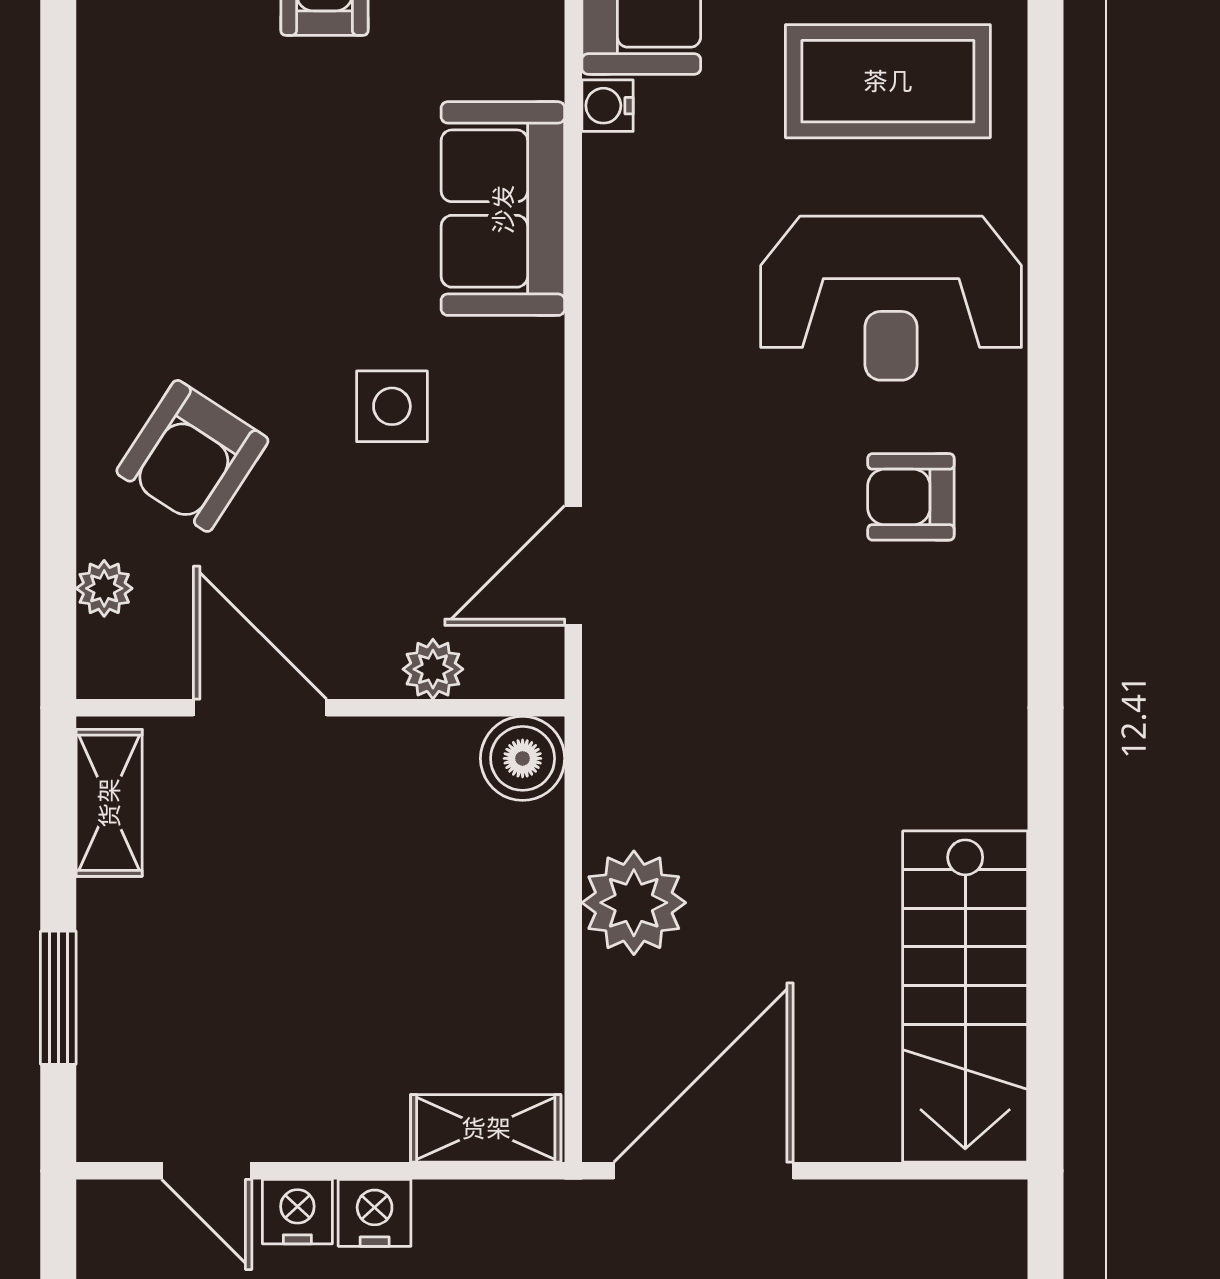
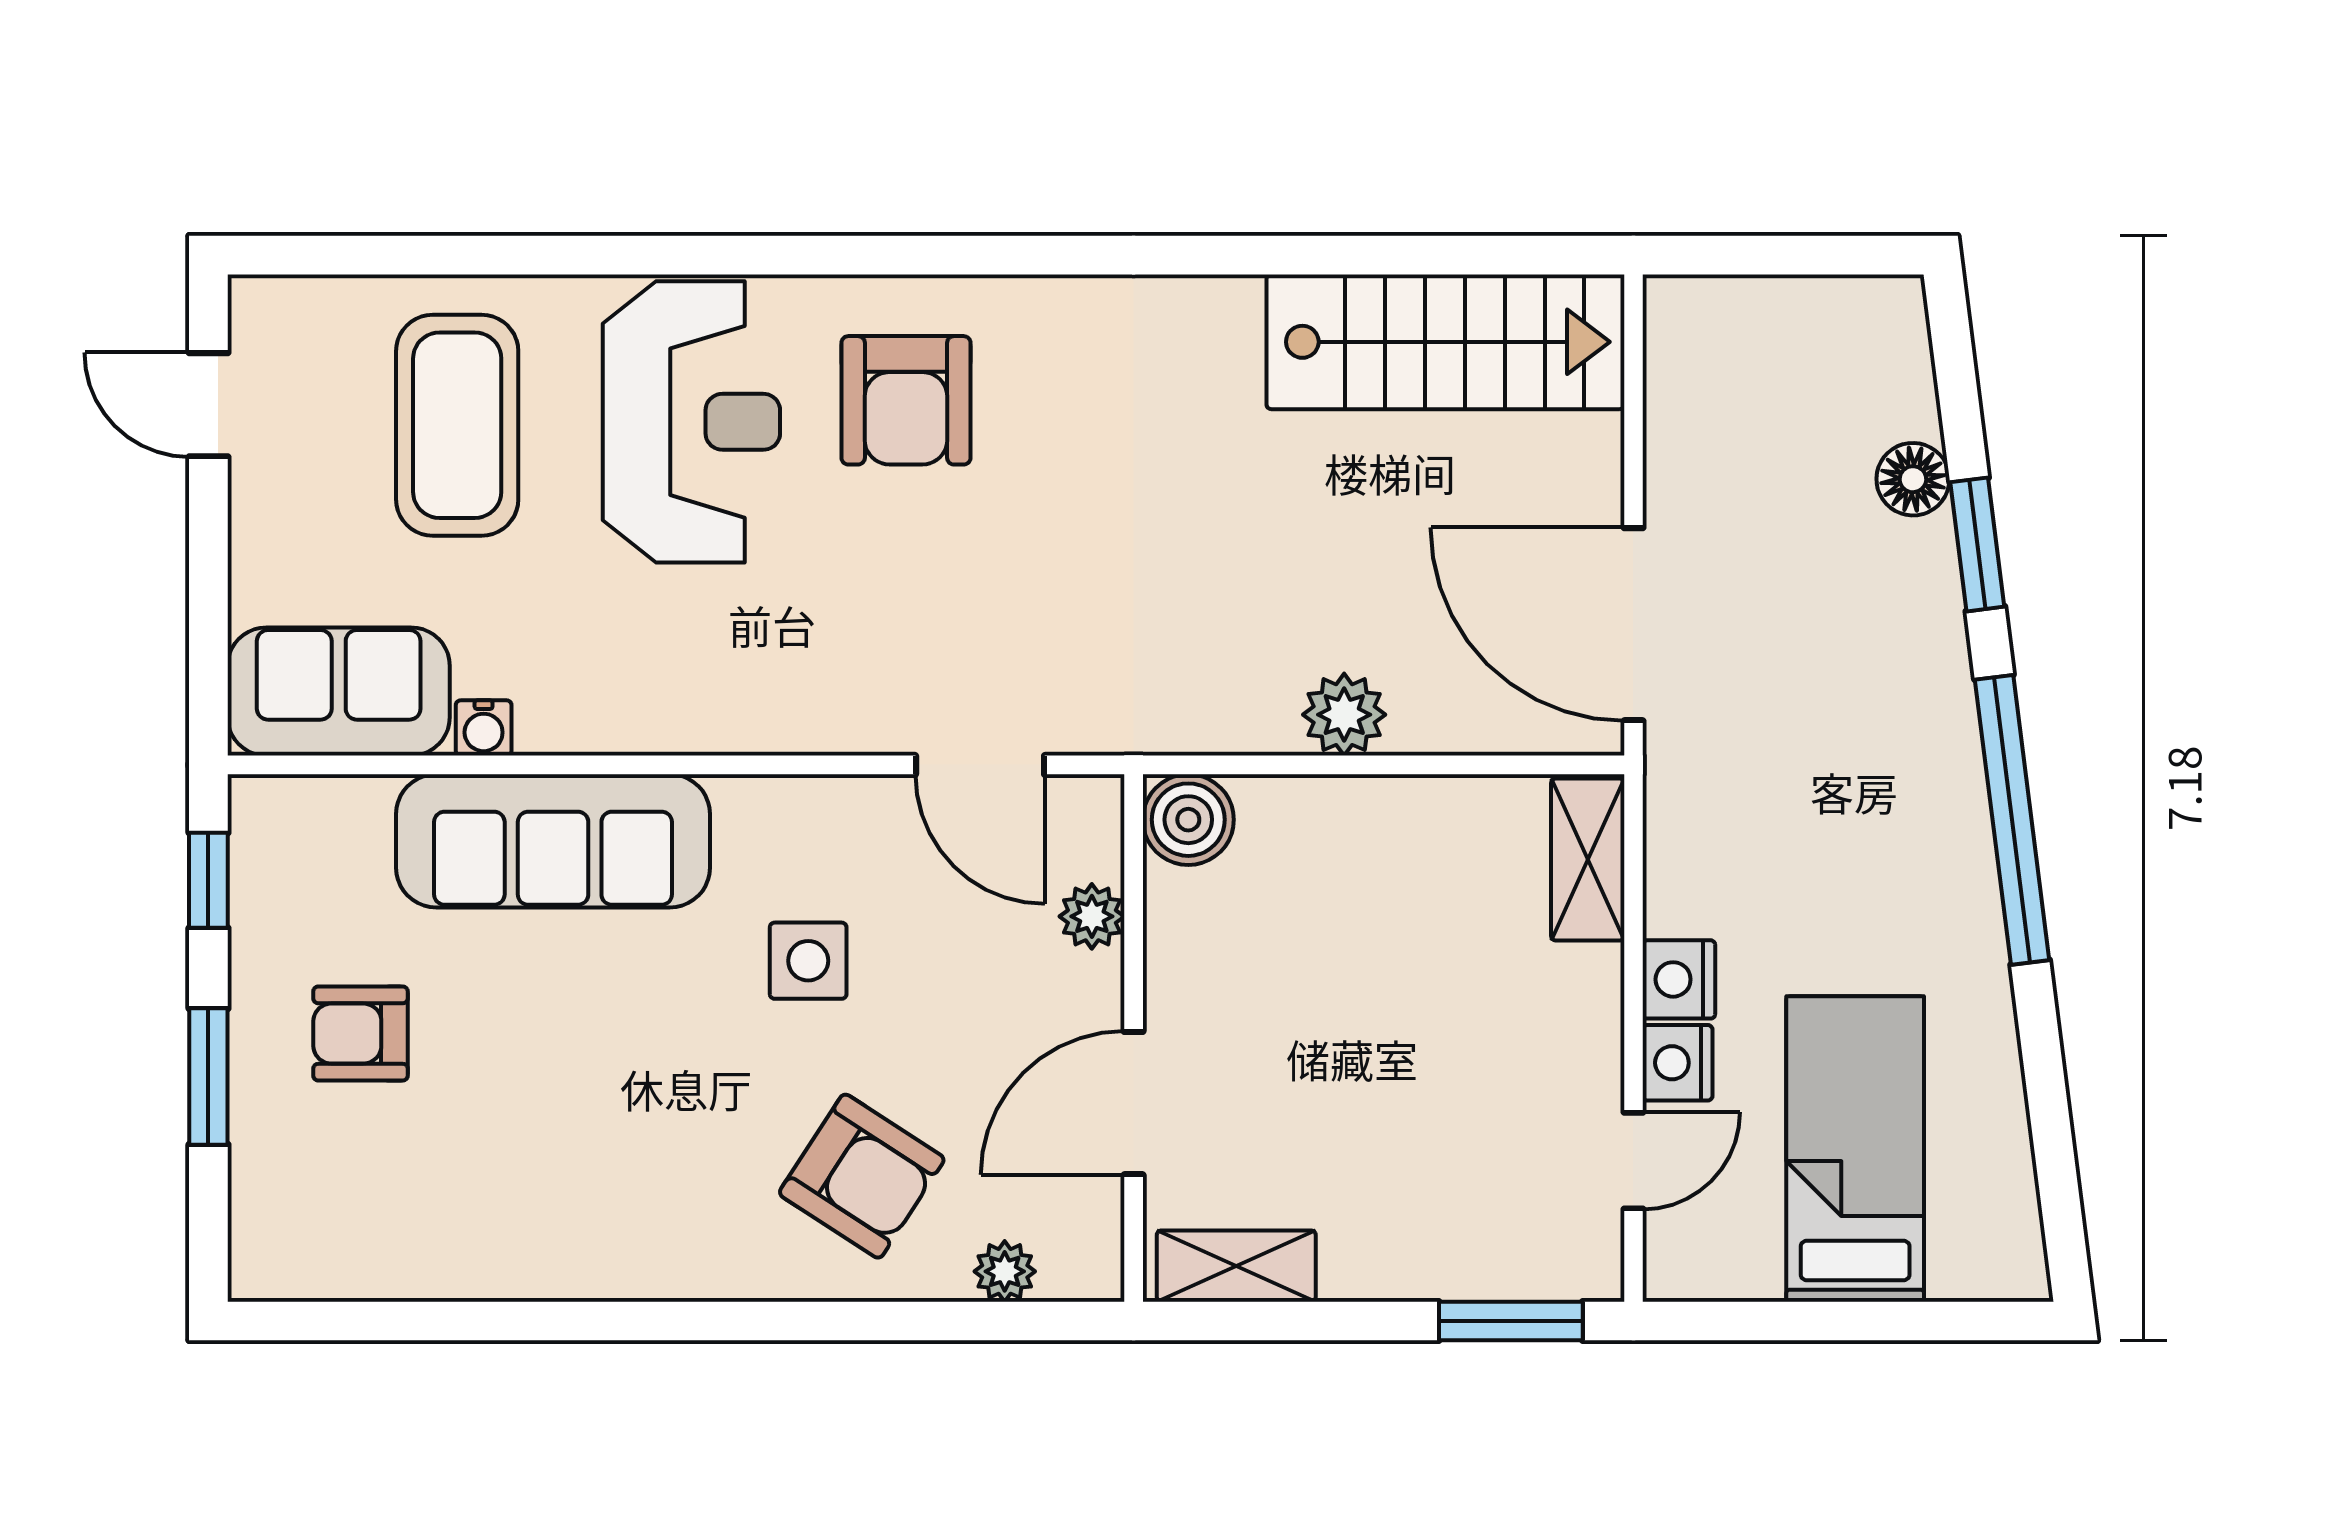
sofa: (503, 209) -> (553, 841), width x1.36
armchair: (911, 497) -> (906, 400), width x1.38, depth x1.38
plant: (634, 903) -> (1344, 715), width x0.73, depth x0.73
window: (58, 998) -> (1511, 1321), moved

